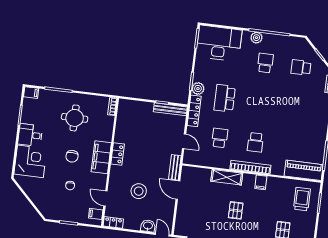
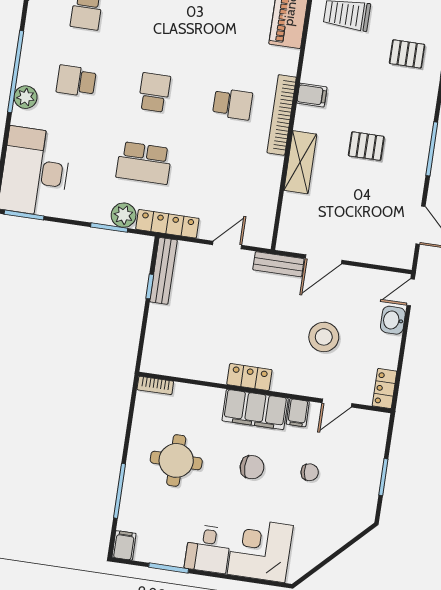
school desk: (220, 138) -> (154, 92), moved, turned 90
filing cabinet: (96, 214) -> (298, 413), moved

